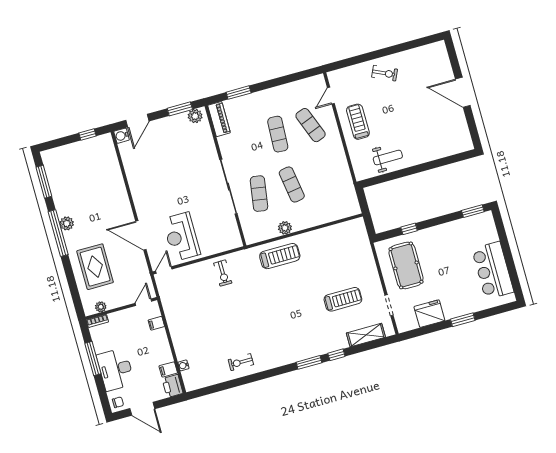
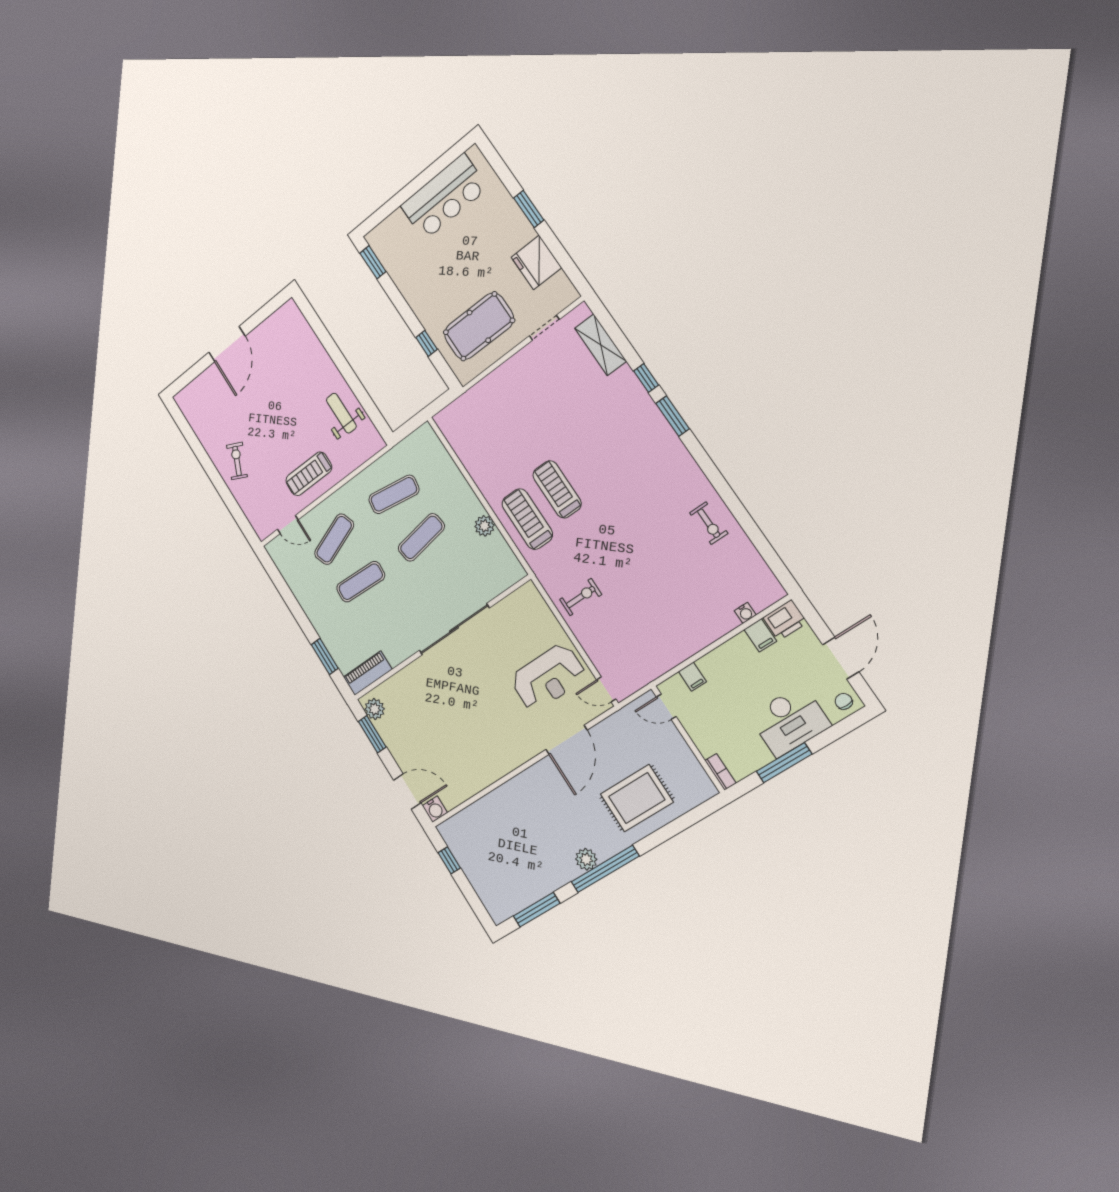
exercise mat: (259, 194) -> (394, 494), moved
treadmill: (343, 299) -> (557, 489), moved
plant: (101, 307) -> (696, 772), removed

